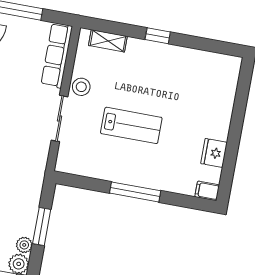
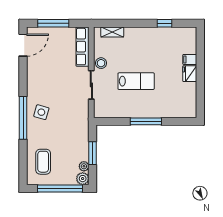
window: (158, 36) -> (165, 23), moved
fridge: (214, 153) -> (190, 74), moved
filing cabinet: (207, 191) -> (190, 59), moved

